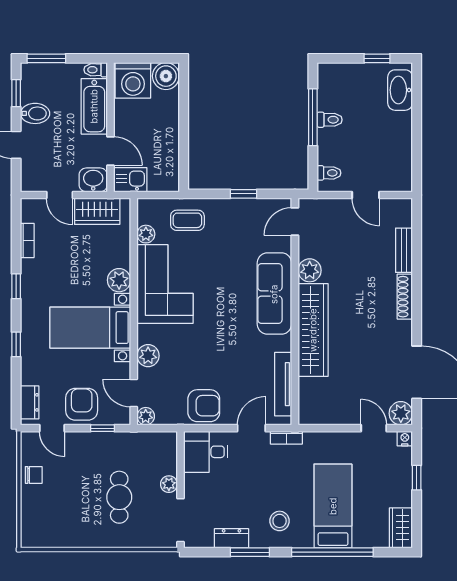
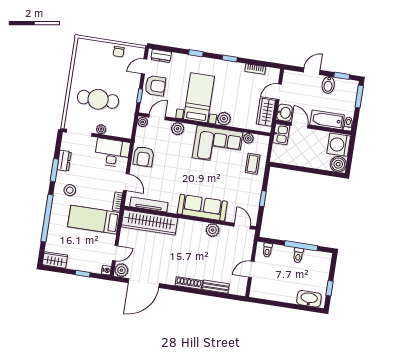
door: (110, 151) -> (300, 125), swing flipped
wardrobe: (313, 330) -> (149, 222), moved
desk: (206, 452) -> (112, 153), width x1.37
cafe table: (119, 497) -> (98, 99), width x1.37, depth x1.35
bed: (333, 506) -> (94, 220), moved, turned 180

